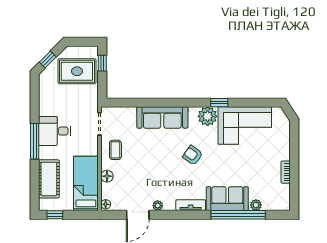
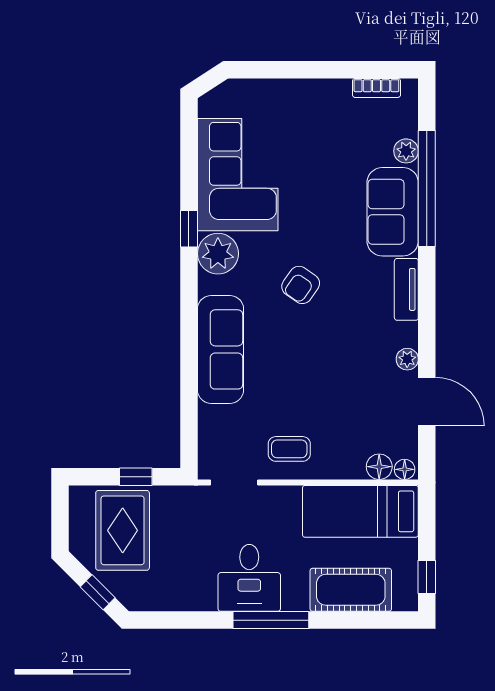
window: (102, 63) -> (136, 477), moved
bookcase: (286, 172) -> (376, 88), moved
floor lamp: (107, 176) -> (379, 467), moved

